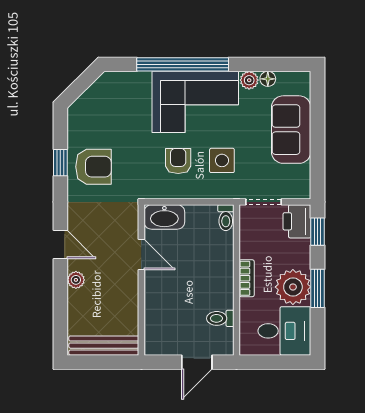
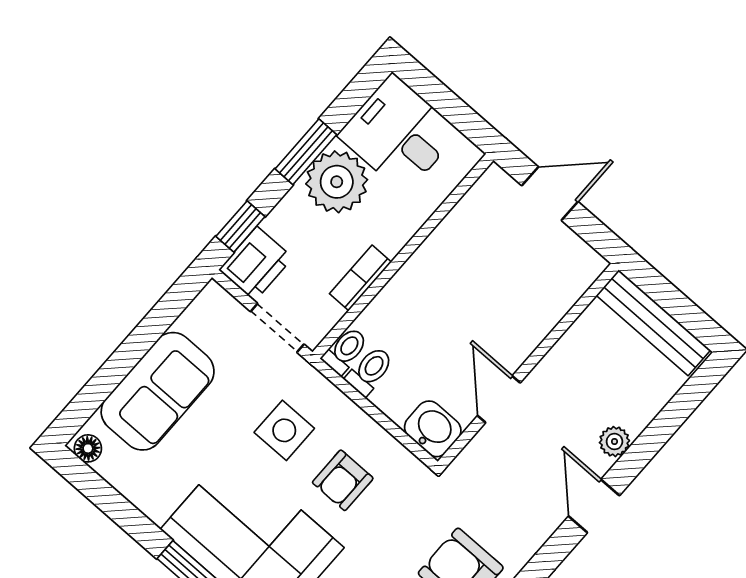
floor lamp: (268, 79) -> (88, 448), moved
plant: (249, 80) -> (156, 505), removed
washbasin: (164, 217) -> (433, 429), width x0.72
bookcase: (247, 278) -> (360, 278), moved
toilet: (220, 318) -> (370, 371), moved, turned -90

